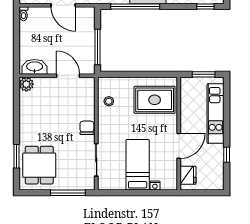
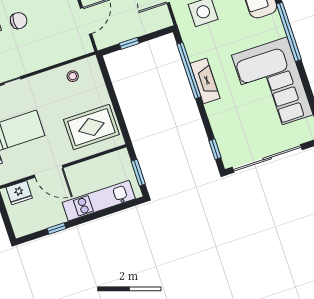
window: (98, 47) -> (129, 43), width x0.46
rug: (155, 100) -> (91, 127), turned 90
chair: (87, 128) -> (19, 21), moved

